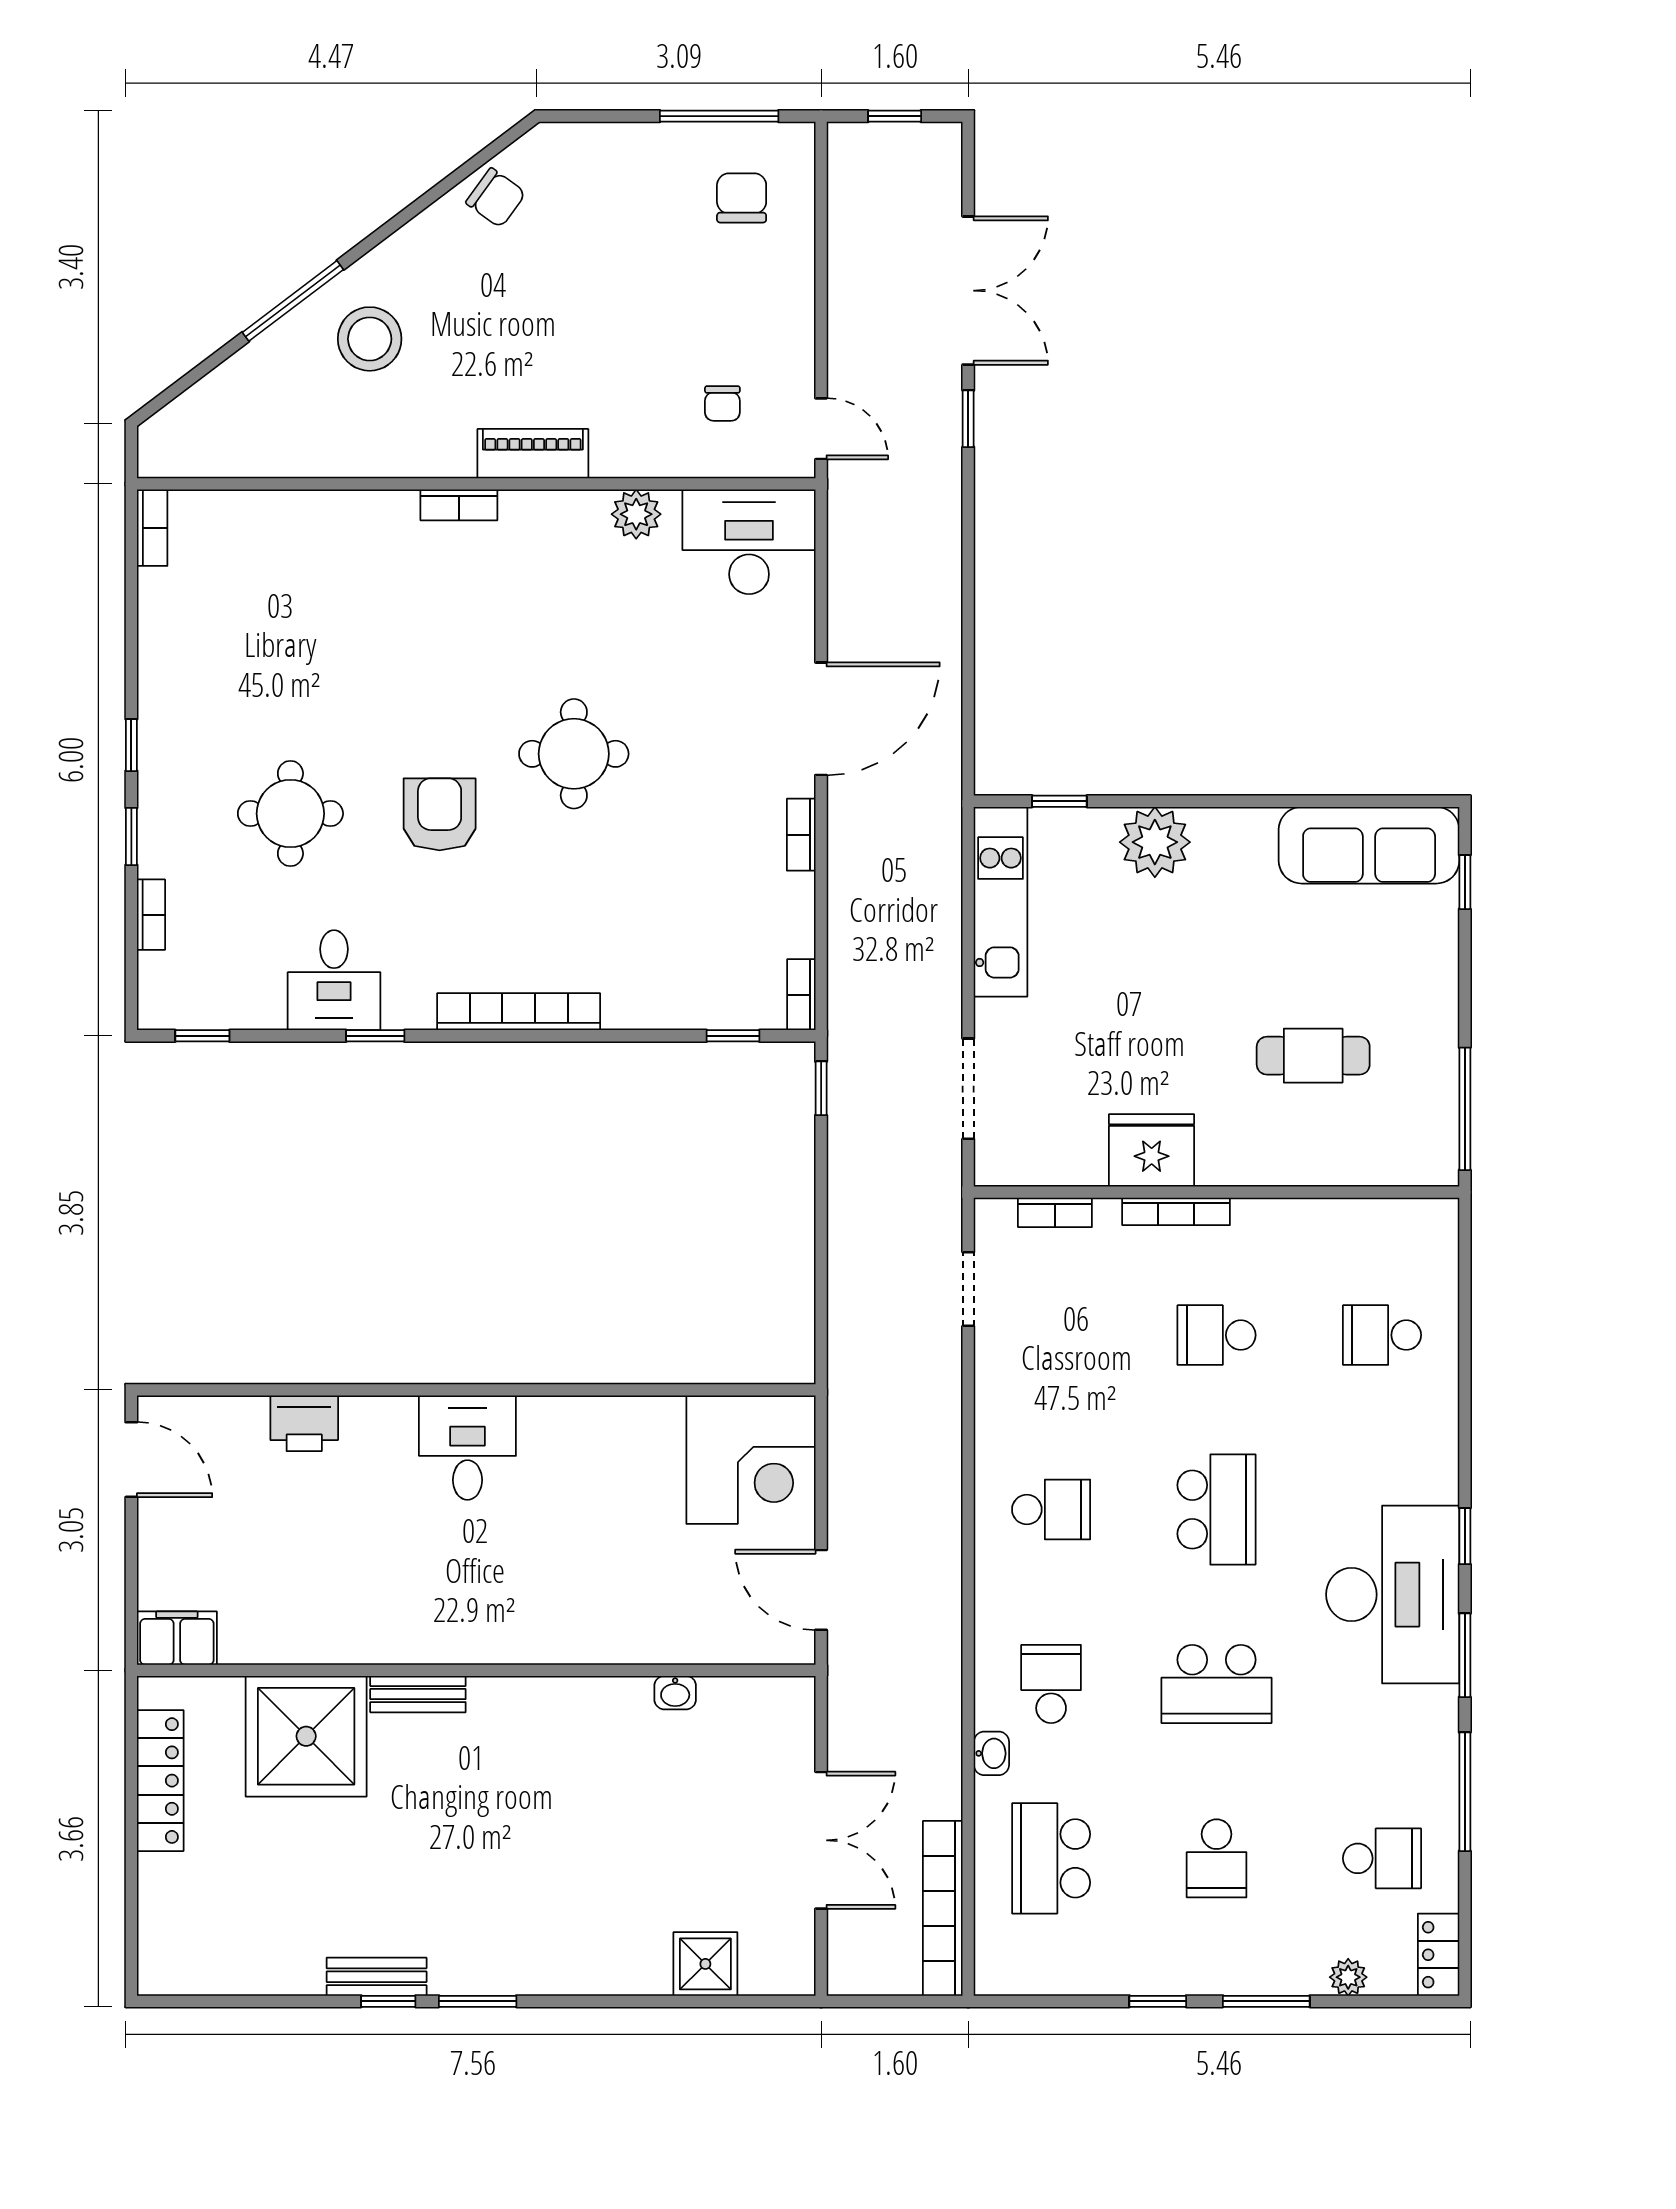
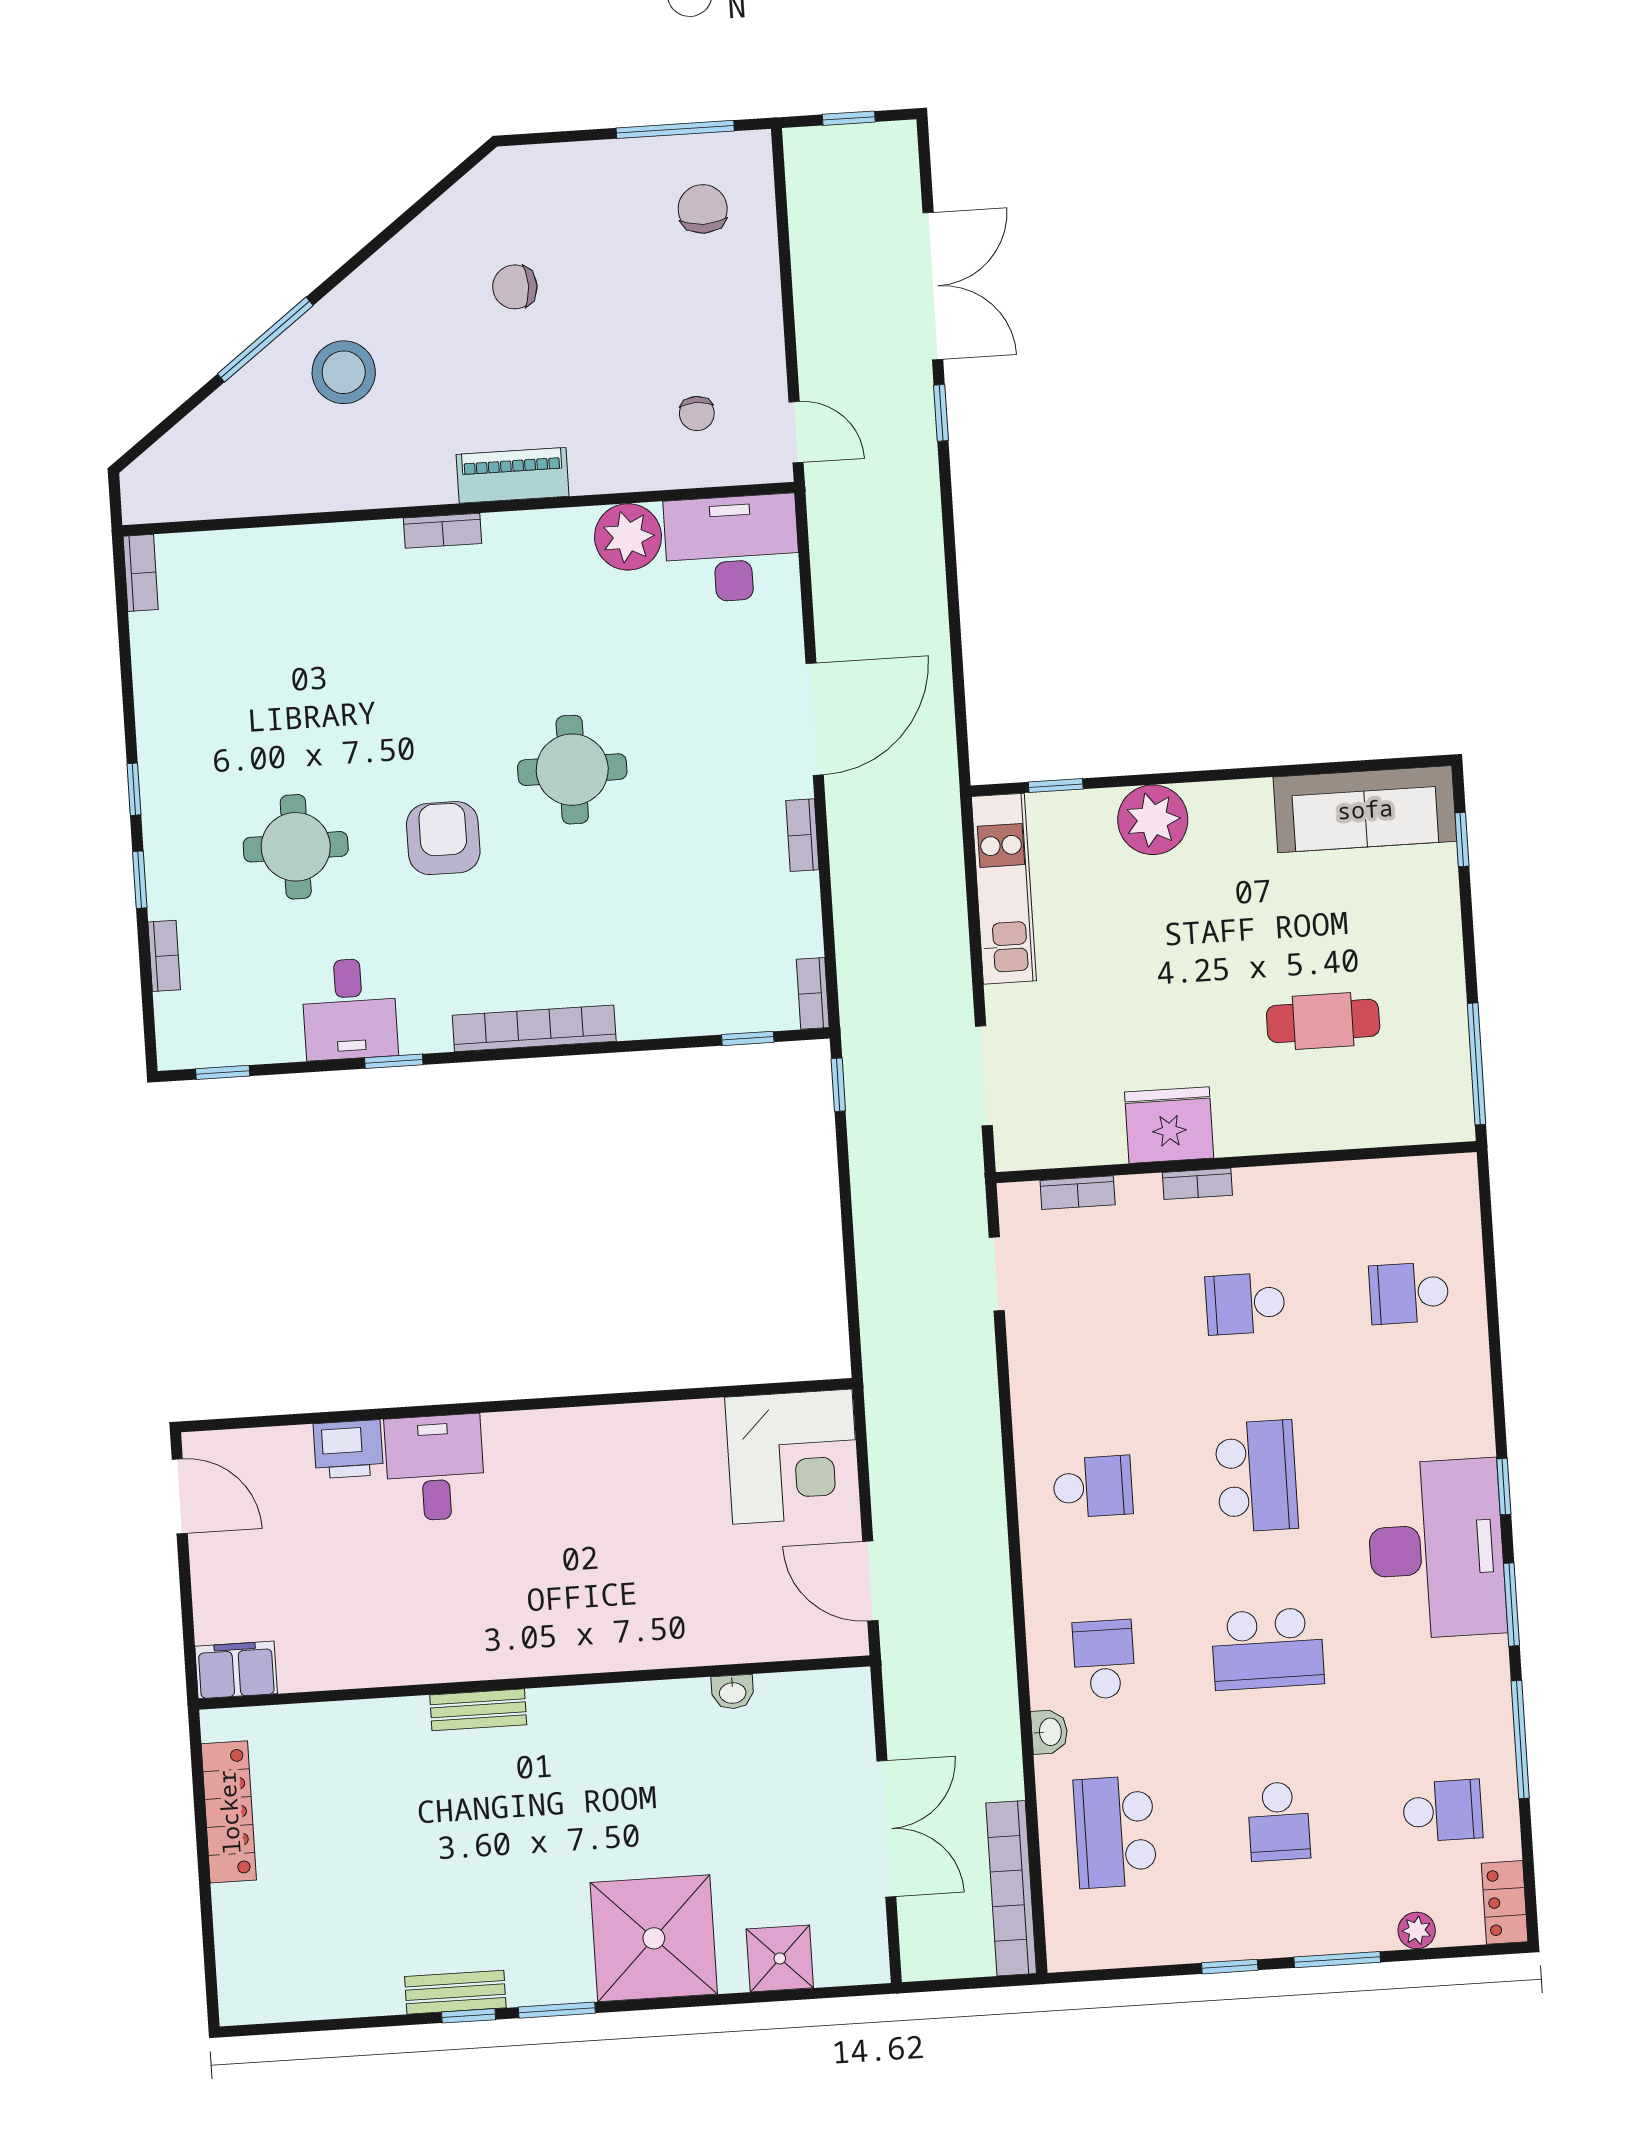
chair: (496, 198) -> (515, 287), moved, turned 144
plant: (636, 514) -> (628, 537), width x1.36, depth x1.36
bookcase: (1176, 1211) -> (1197, 1184), width x0.64
desk: (467, 1448) -> (435, 1468), moved
shower: (306, 1736) -> (654, 1938), moved

